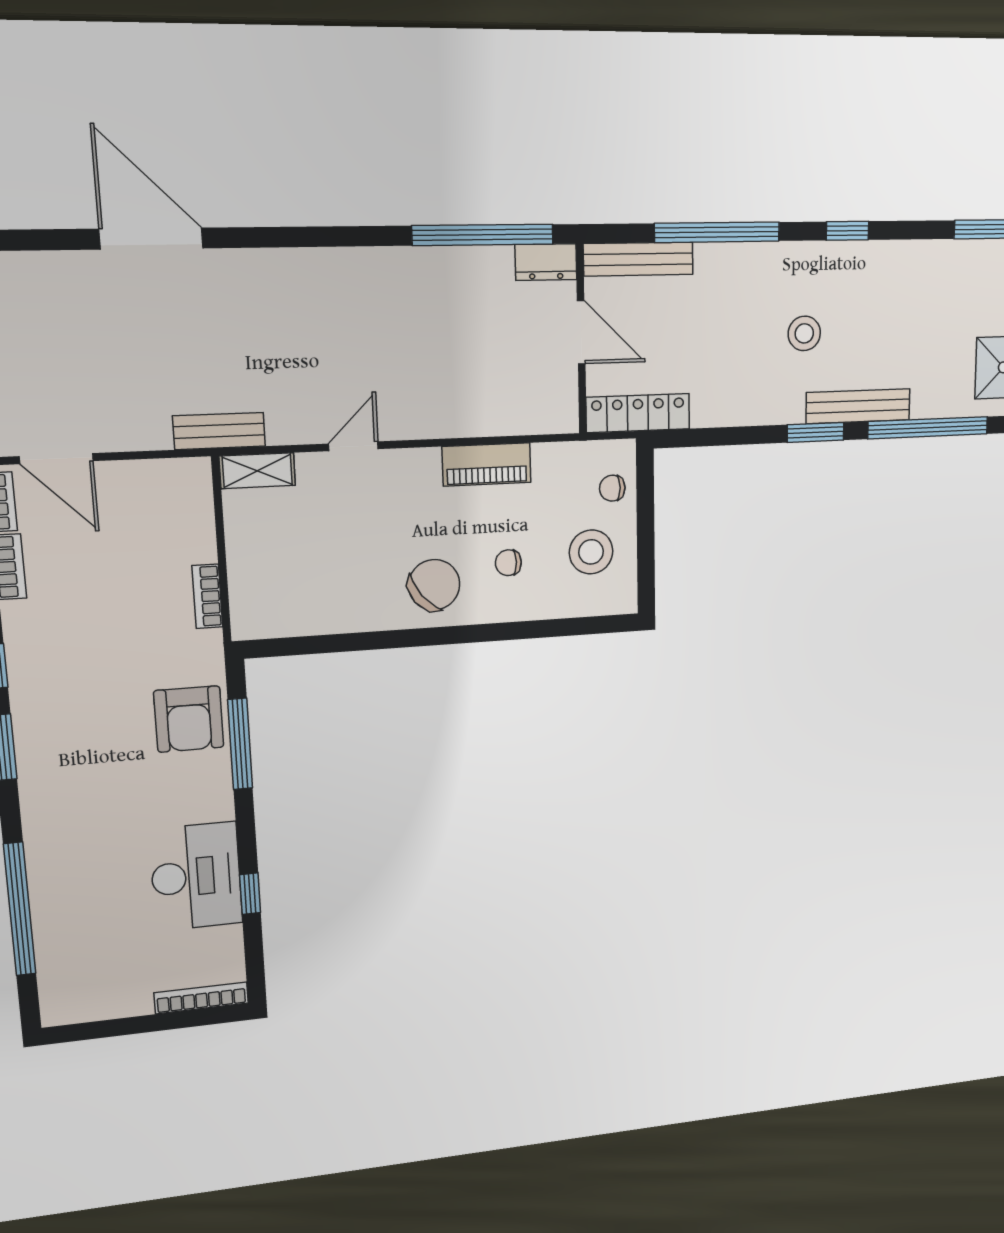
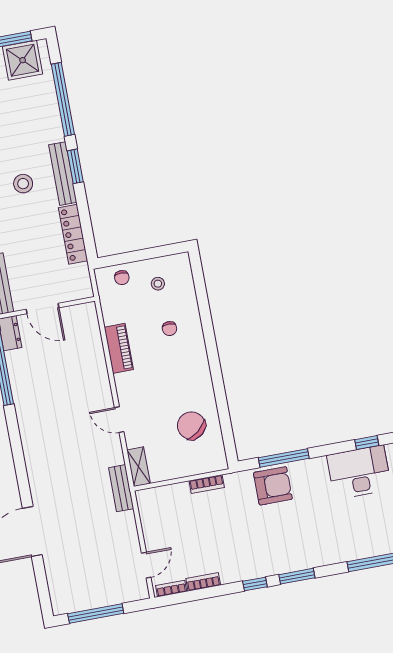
door: (581, 332) -> (42, 309), swing flipped
bench: (858, 406) -> (63, 174), moved
locker: (638, 413) -> (73, 234), moved
door: (56, 459) -> (146, 565), width x0.73
stool: (591, 552) -> (158, 284), width x0.53, depth x0.53
chair: (434, 585) -> (191, 426), moved

